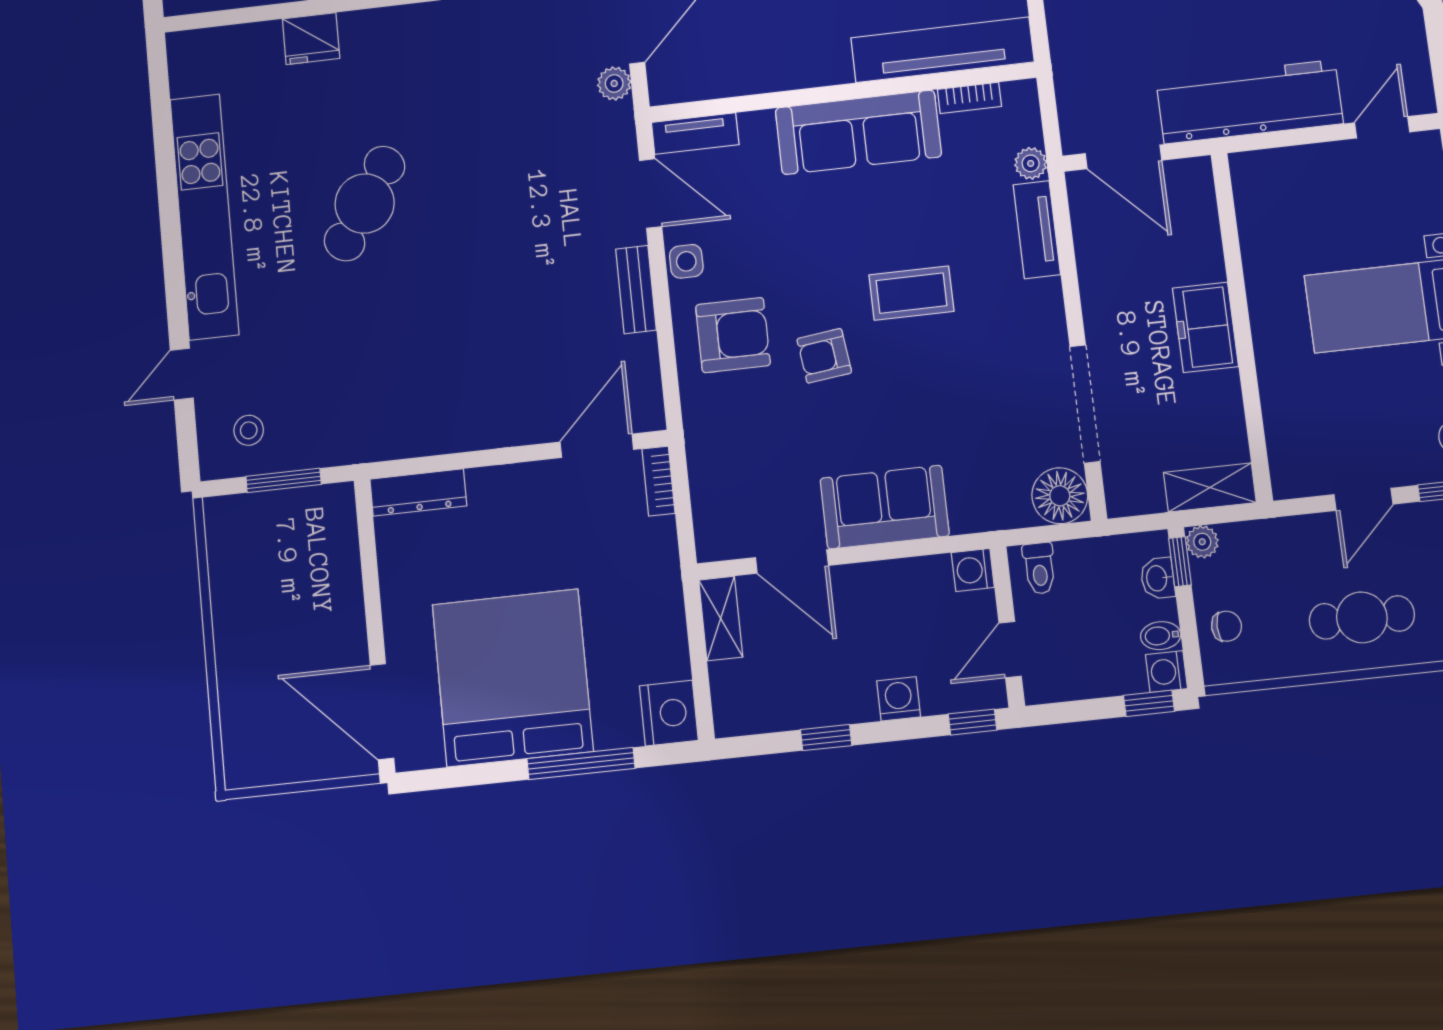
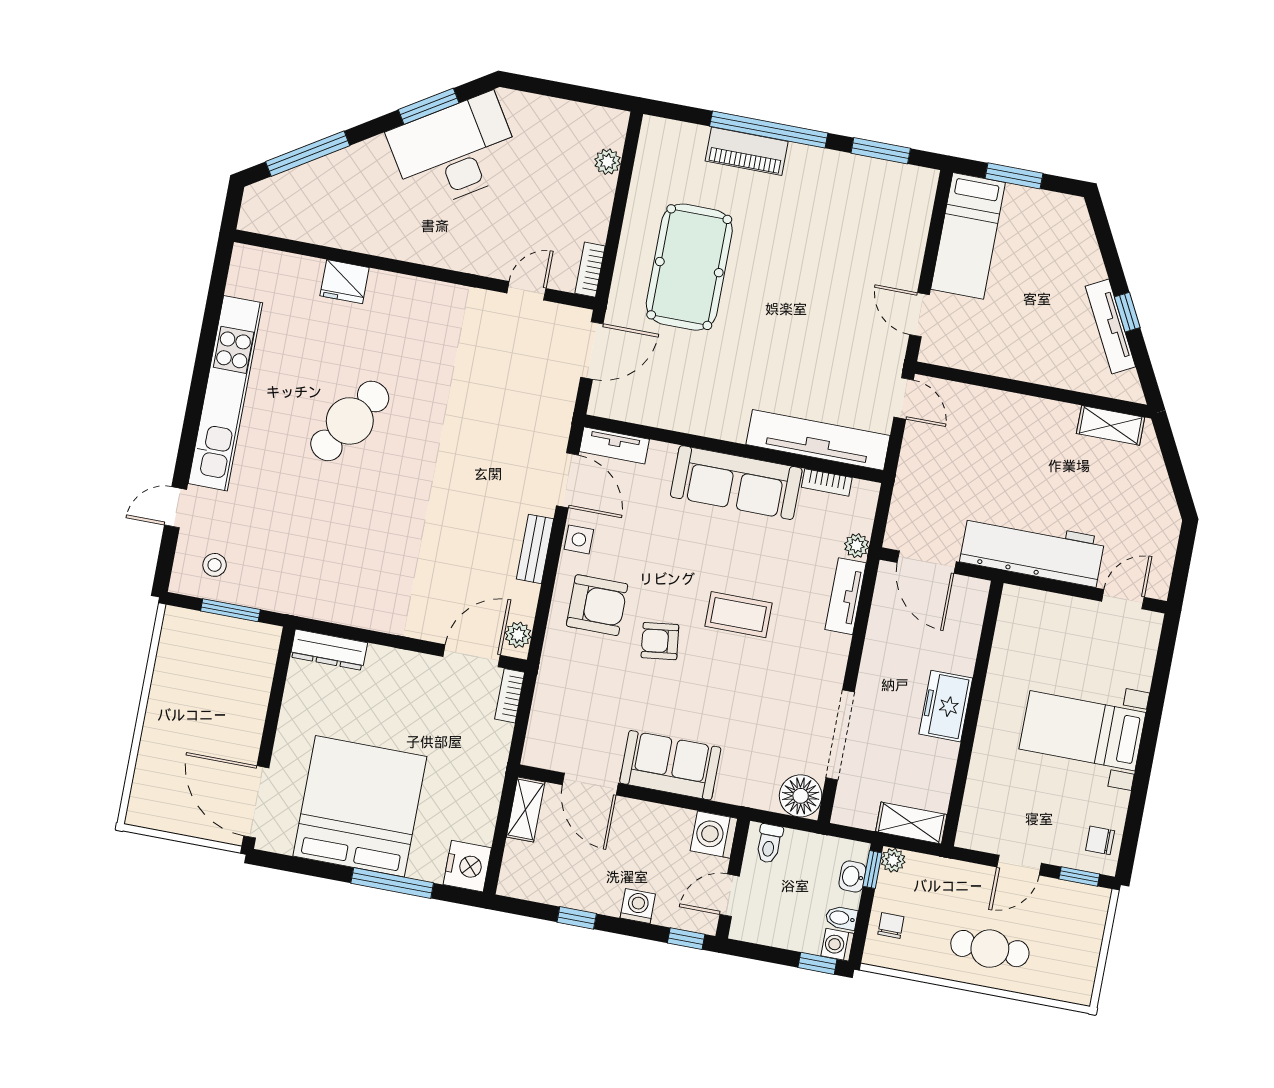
plant: (614, 83) -> (518, 635), moved
washing machine: (973, 570) -> (714, 835), width x1.38, depth x1.38
chair: (1226, 626) -> (891, 926), turned -90

